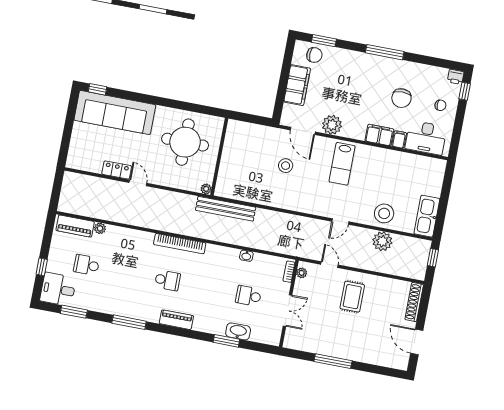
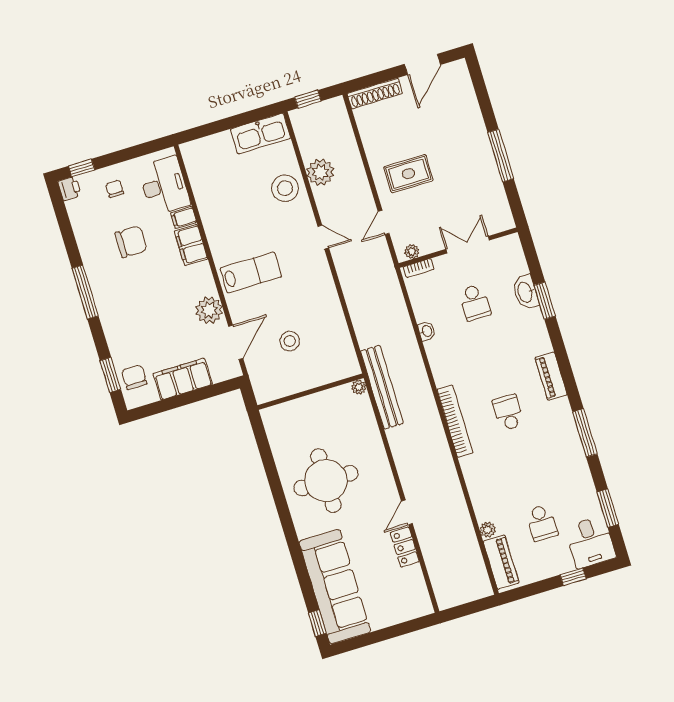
wall: (219, 157) -> (310, 392), moved
plant: (206, 189) -> (359, 387), moved

